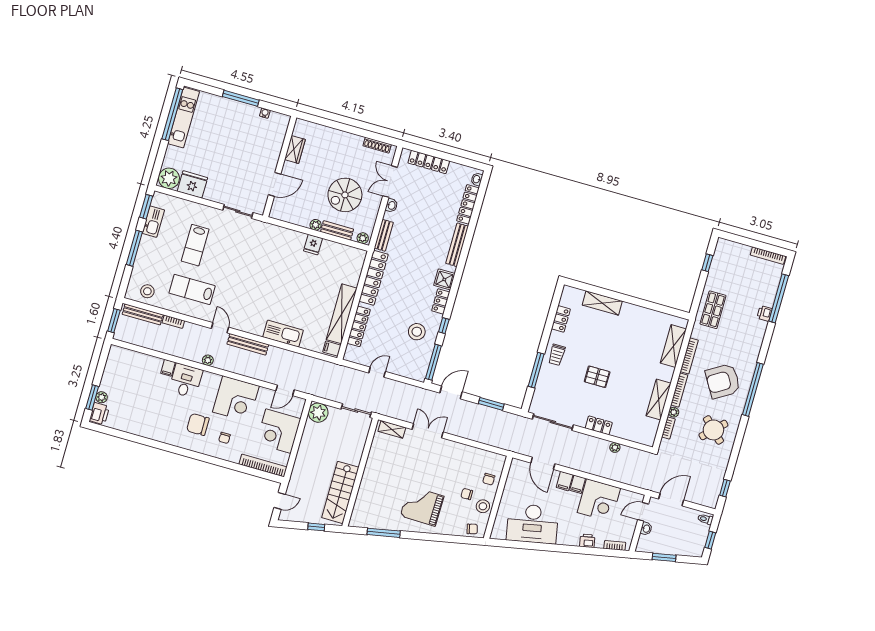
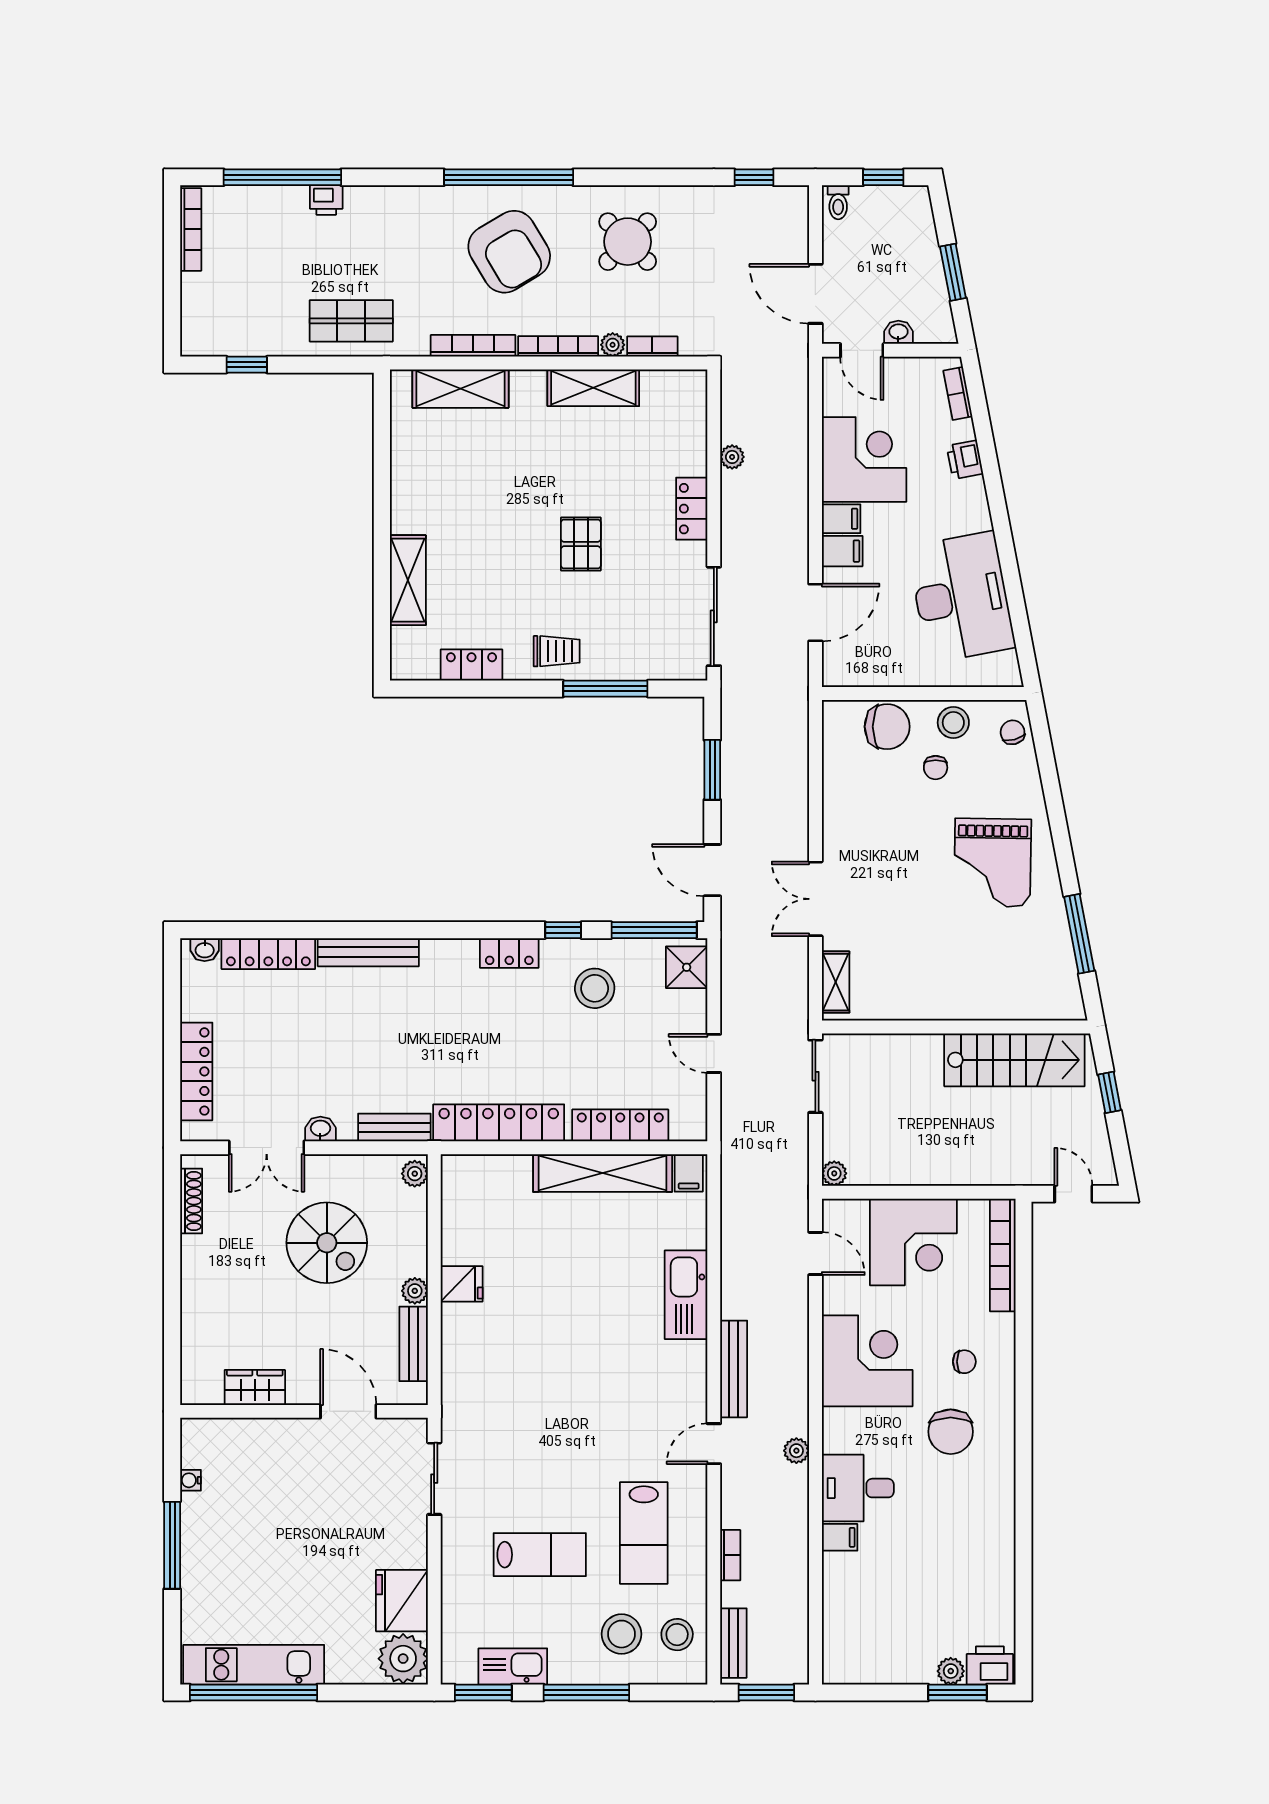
bench: (337, 230) -> (414, 1344), moved
stool: (154, 269) -> (622, 1634), added
shower: (444, 279) -> (687, 967), moved
bench: (143, 314) -> (733, 1643), width x0.73
plant: (318, 413) -> (834, 1173), width x0.53, depth x0.53
chair: (489, 479) -> (887, 727), width x1.87, depth x1.87

